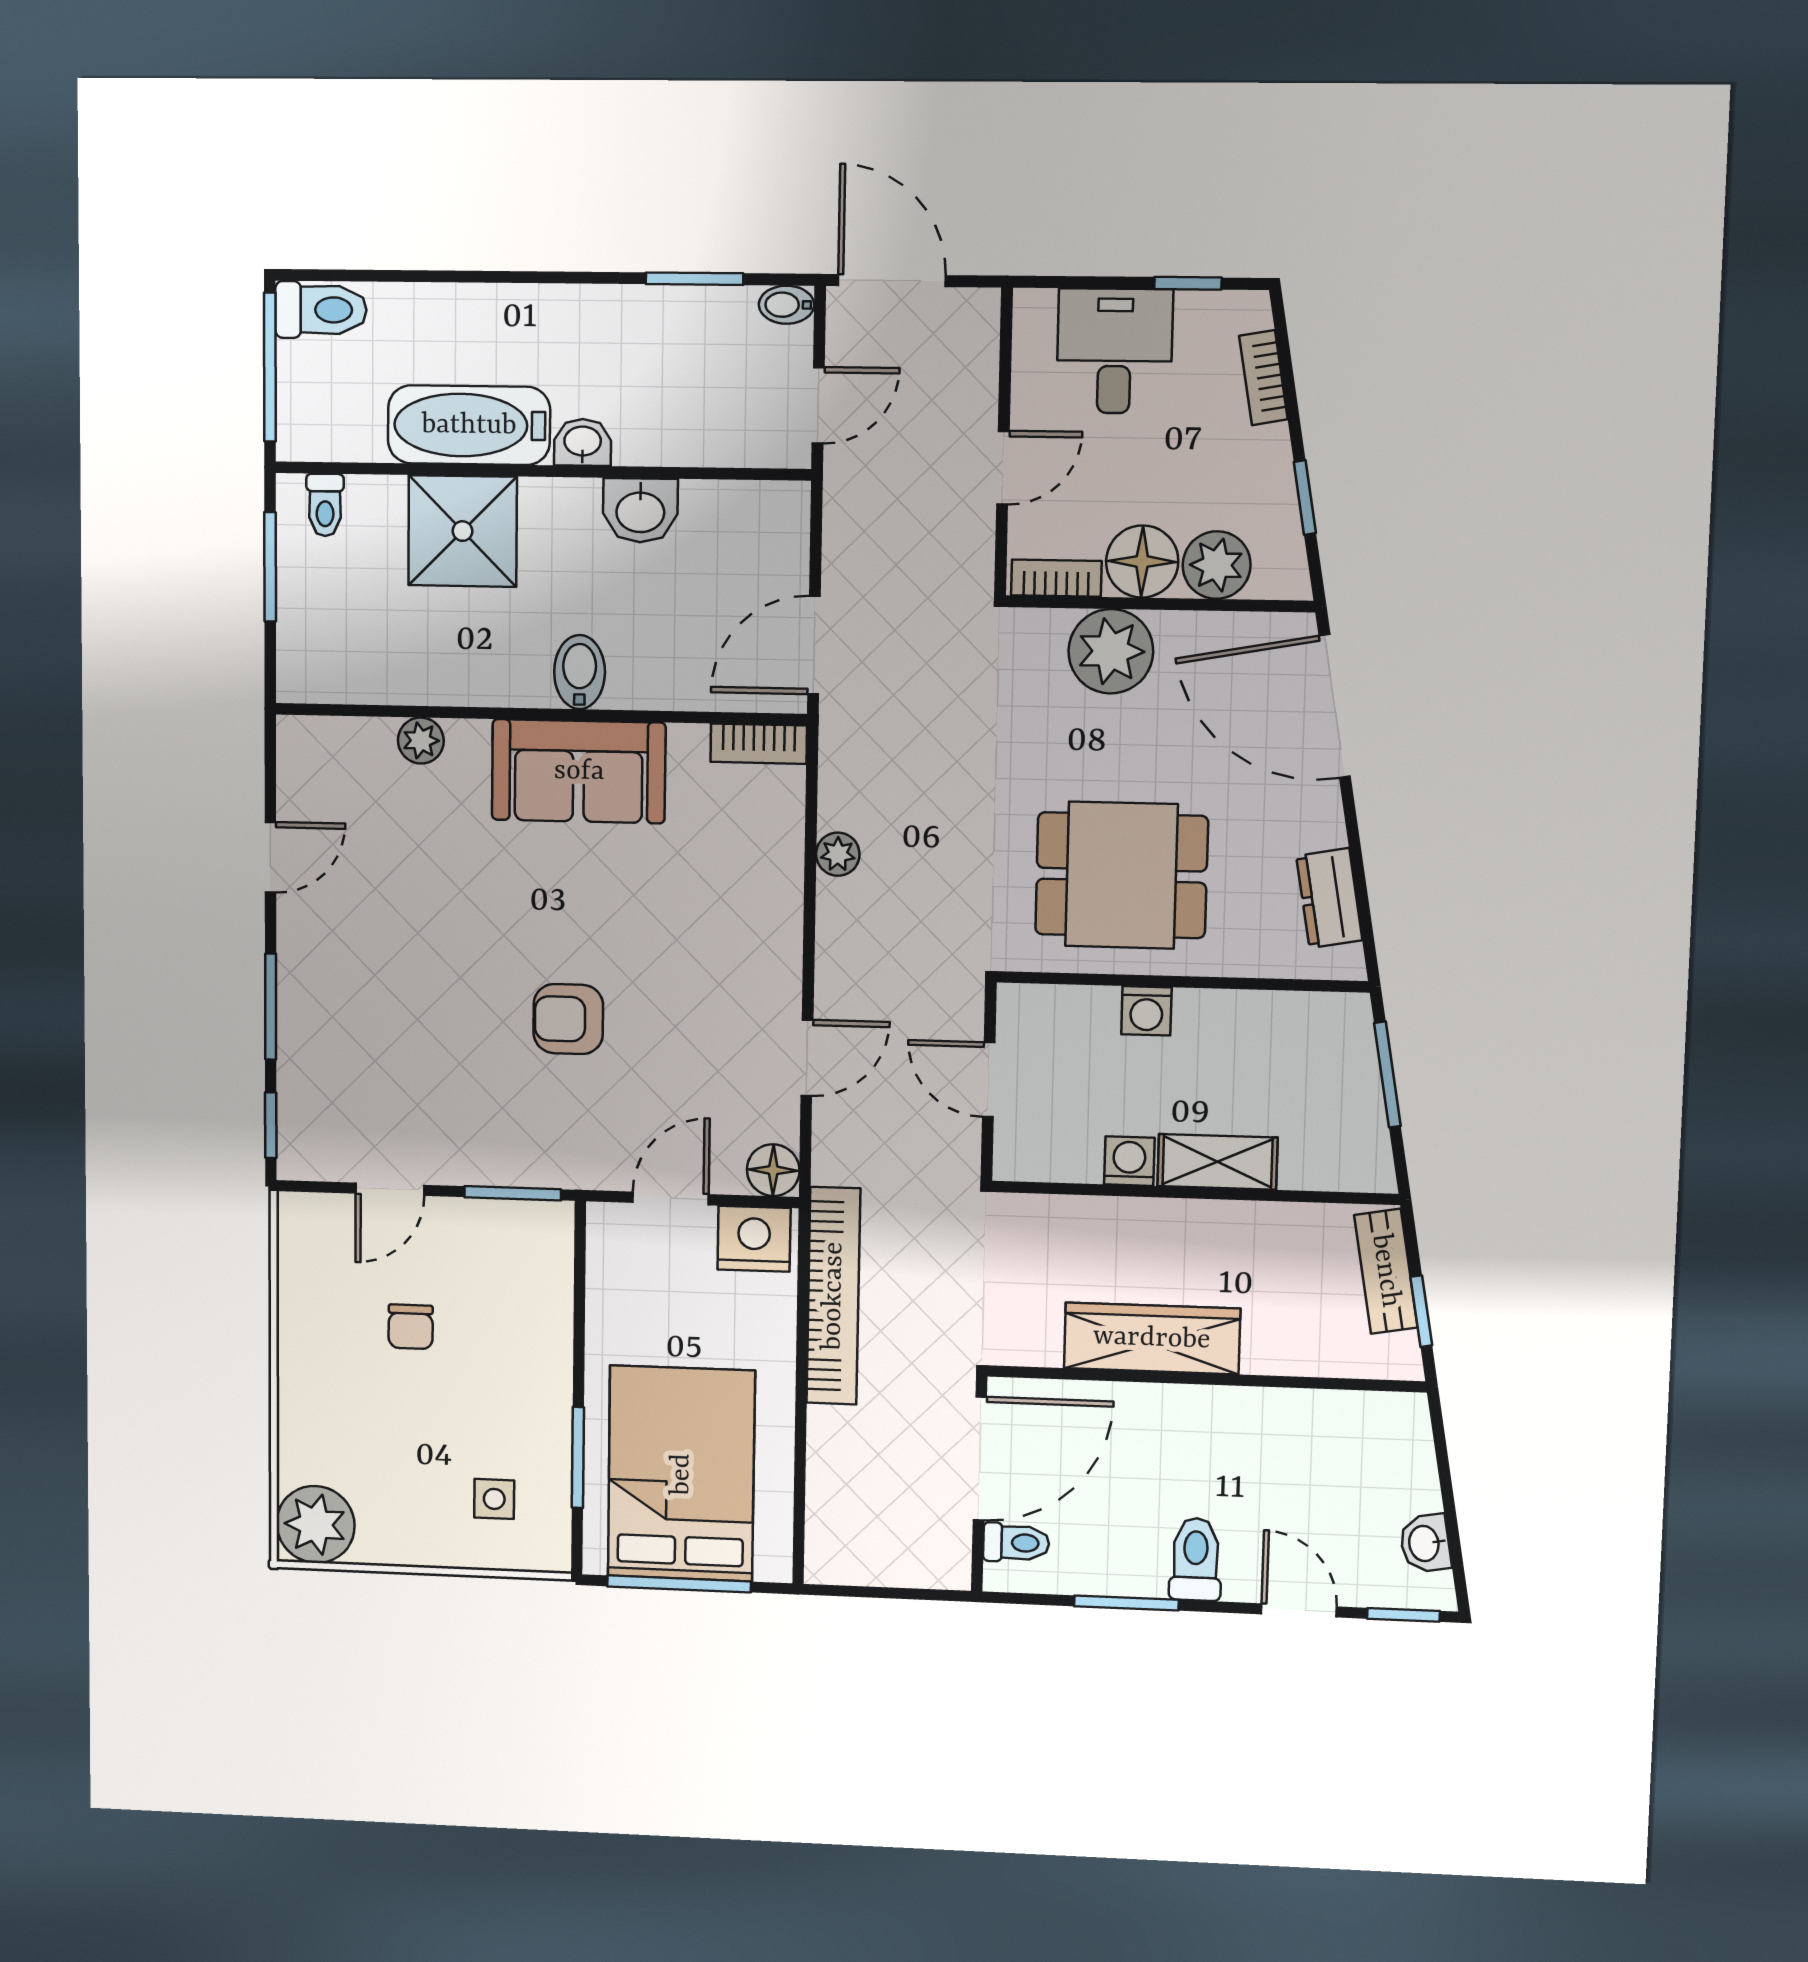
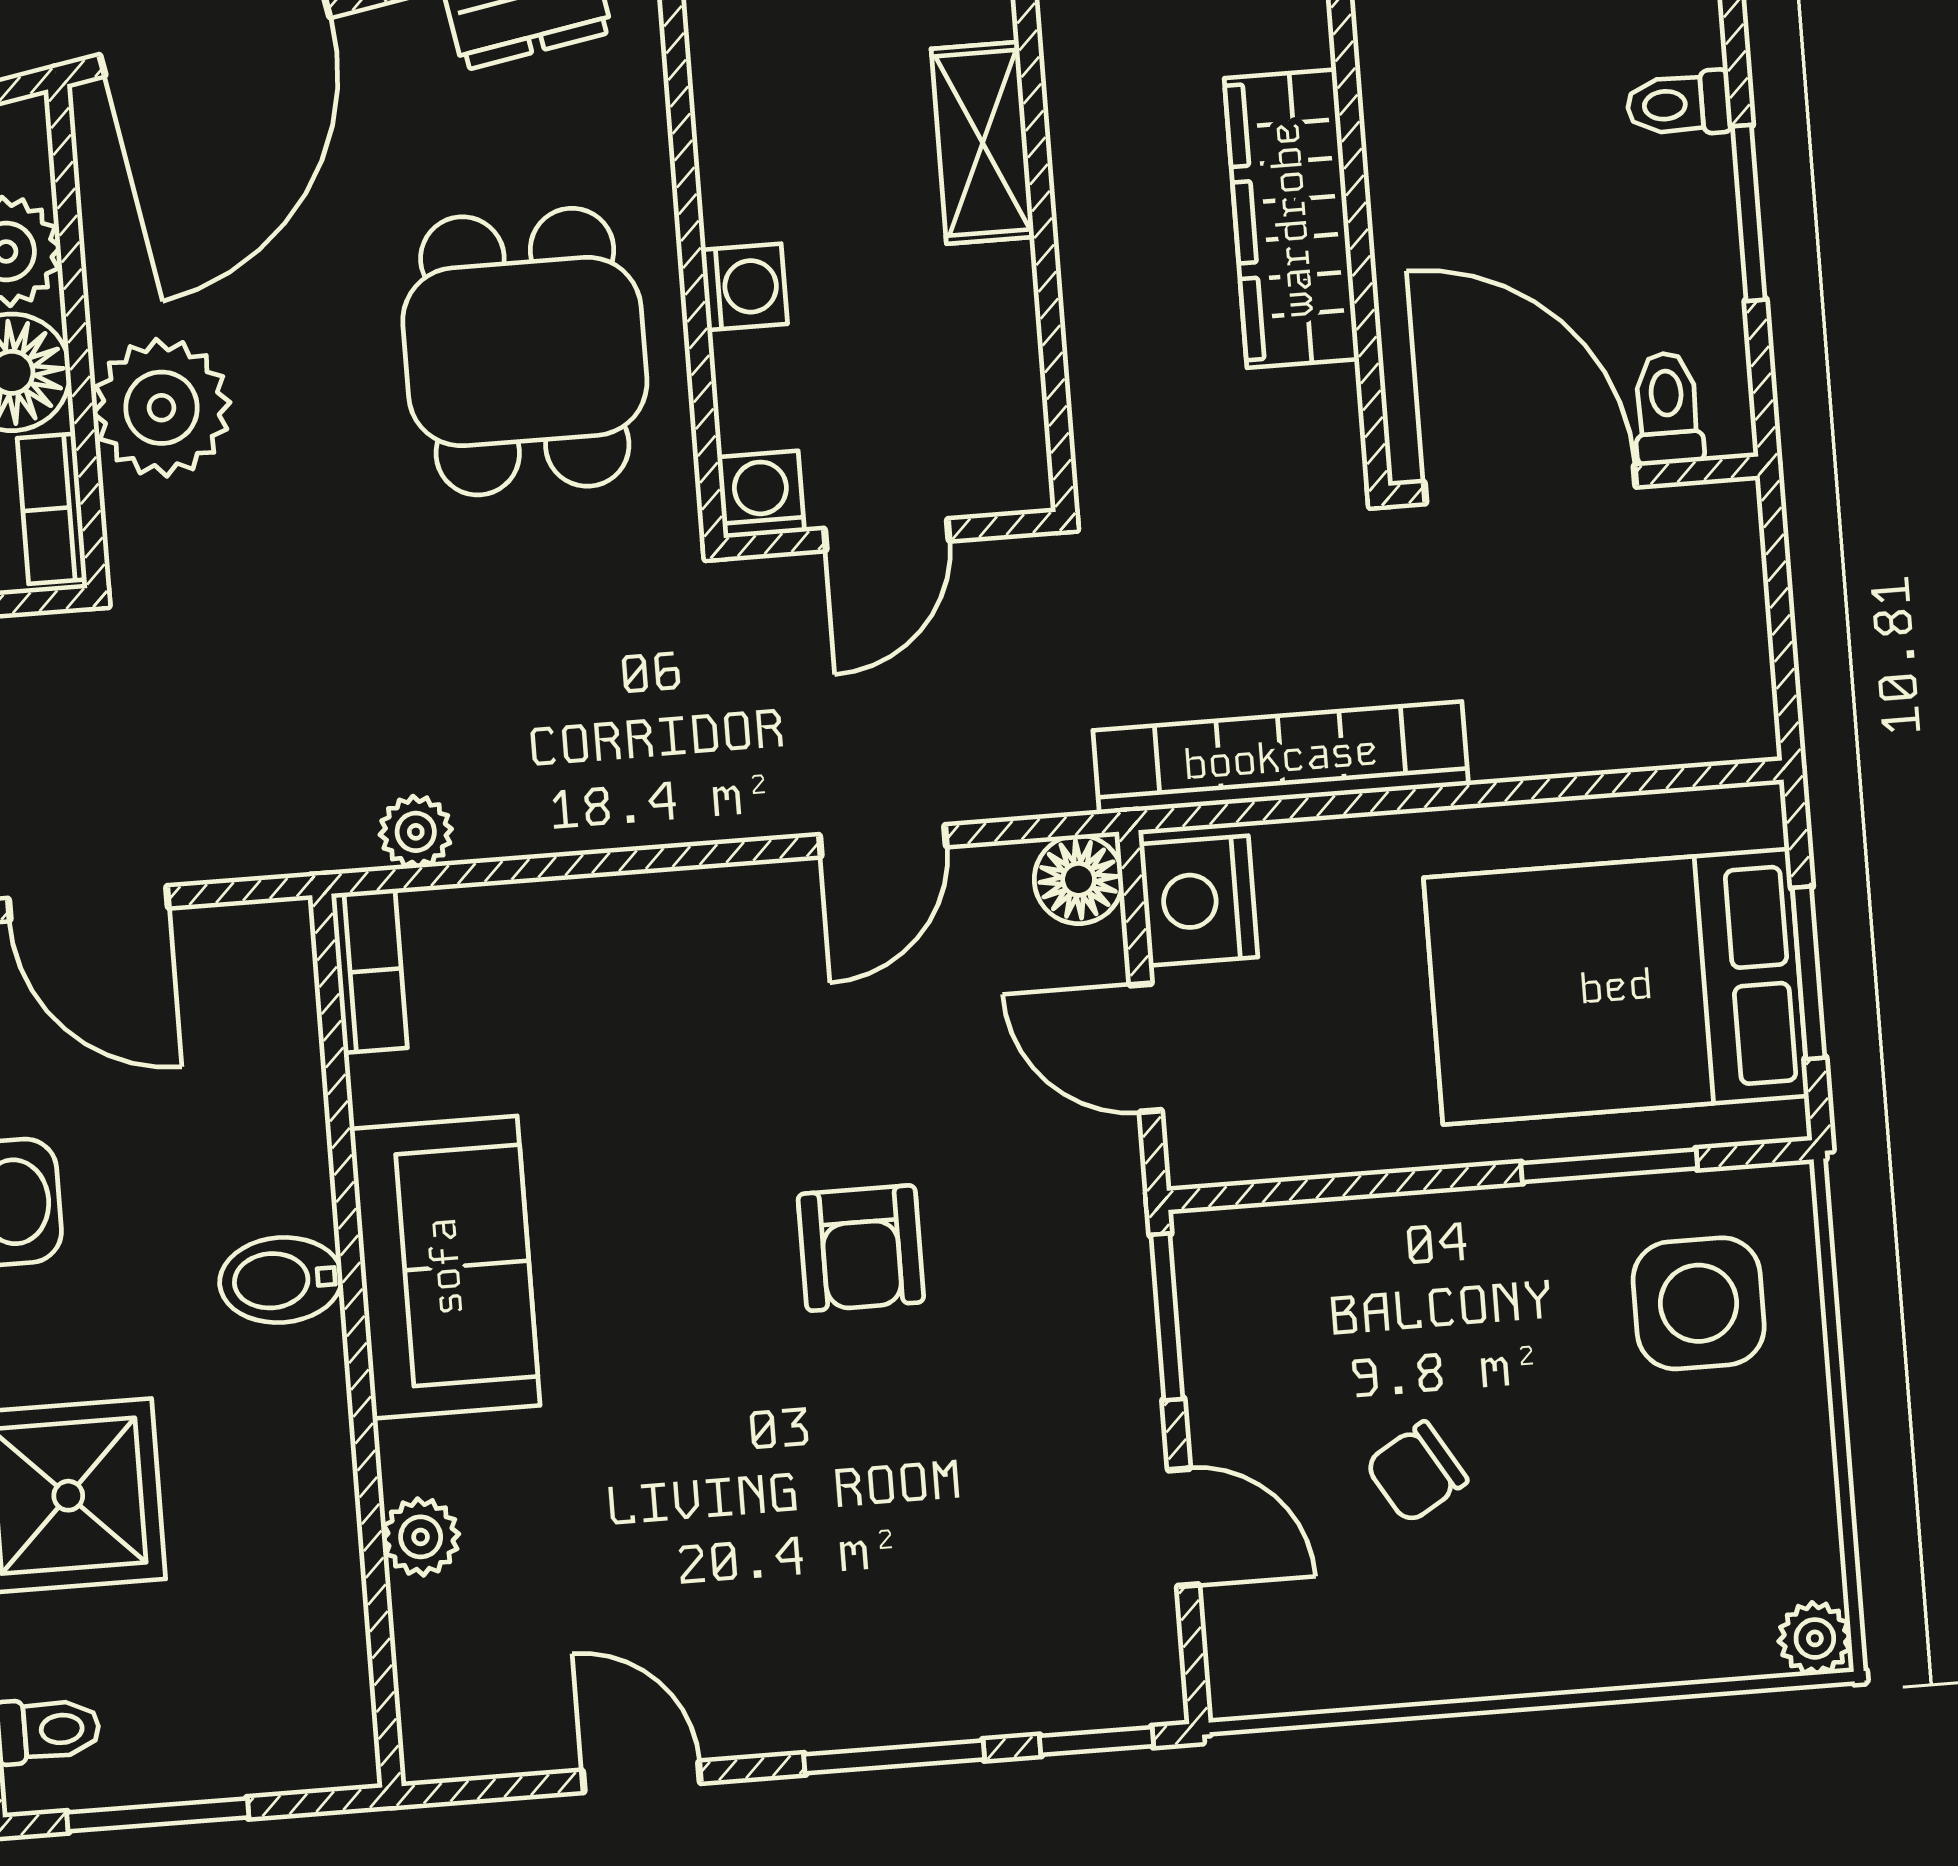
door: (814, 645) -> (88, 903), moved
plant: (838, 854) -> (416, 832), moved
door: (807, 1058) -> (883, 841), swing flipped
washing machine: (1129, 1161) -> (761, 494), moved, turned 90
chair: (411, 1327) -> (1416, 1472), turned 149
side table: (494, 1499) -> (1699, 1303), width x1.87, depth x1.87
plant: (316, 1524) -> (1815, 1638), width x0.53, depth x0.53
toilet: (1196, 1559) -> (1679, 104), width x0.73, depth x0.72
window: (679, 1584) -> (1809, 973), width x0.69

